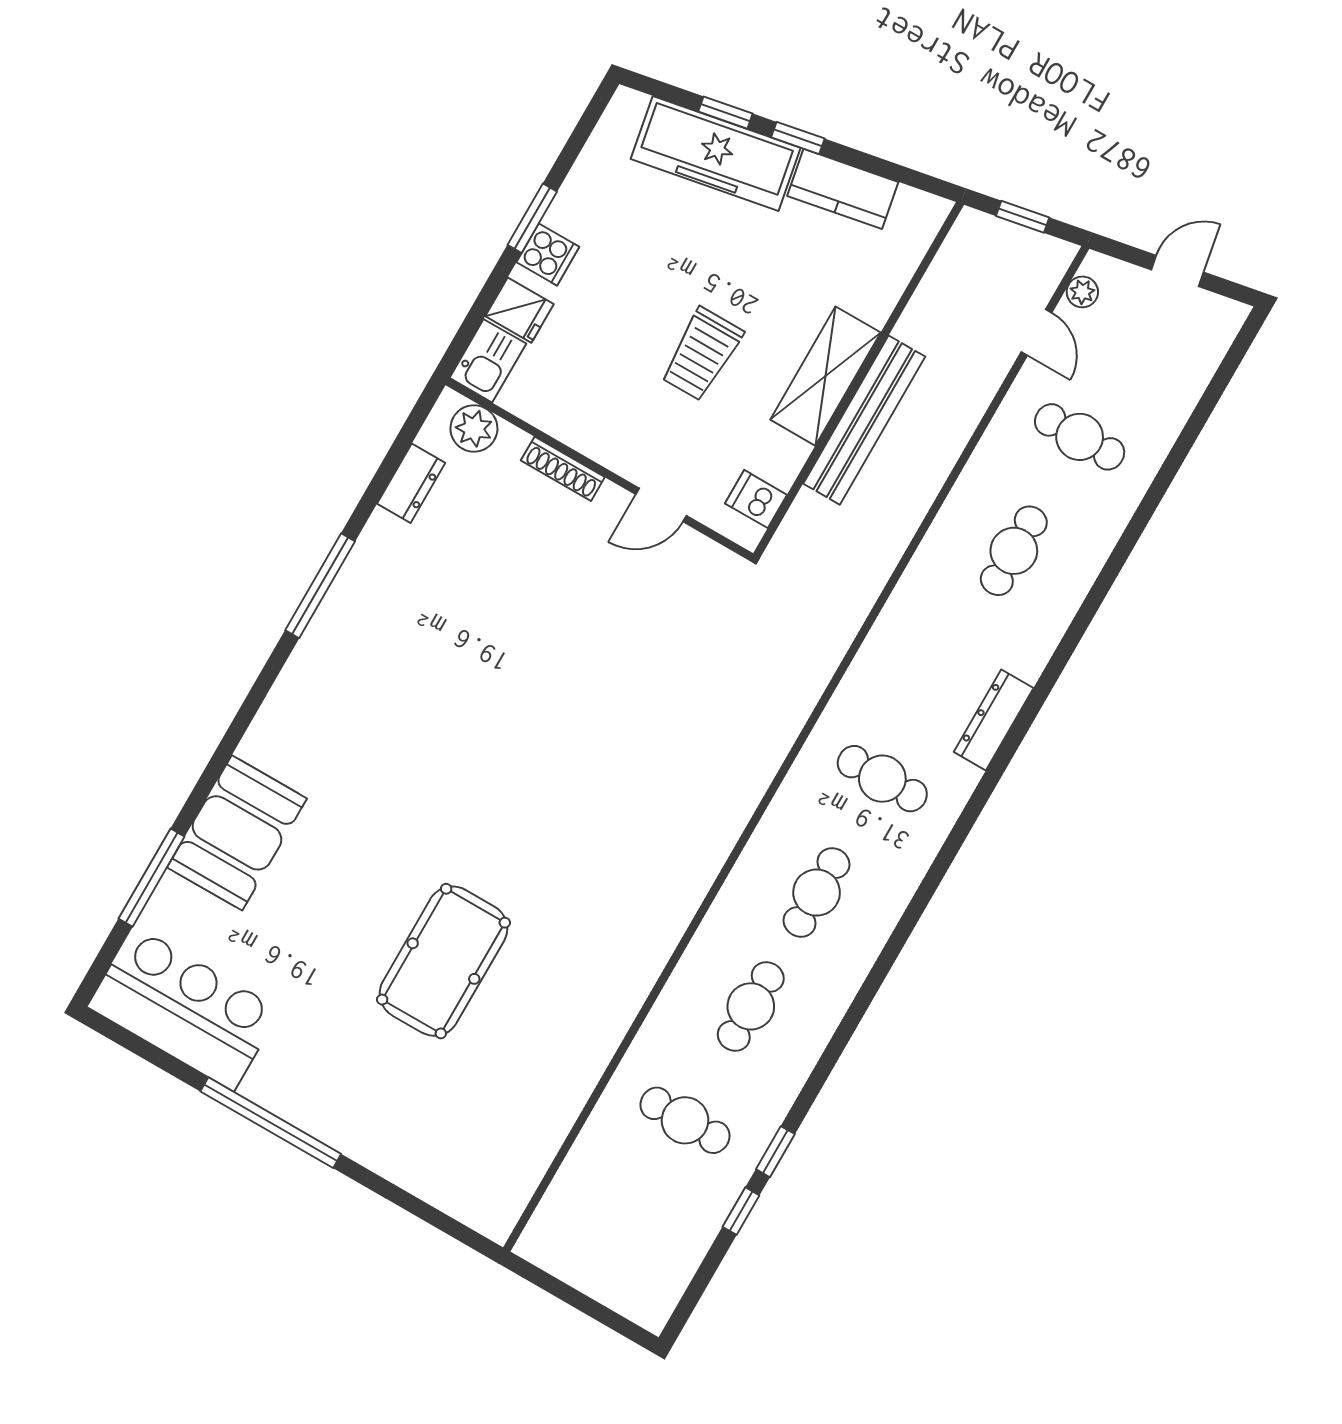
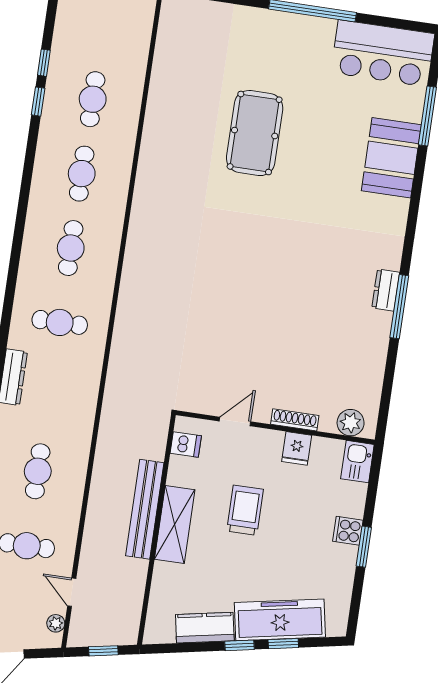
fridge: (519, 310) -> (297, 448), moved, turned -90
dresser: (411, 483) -> (386, 290), moved
cafe table: (685, 1120) -> (93, 99), turned 90

